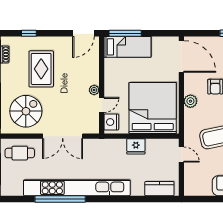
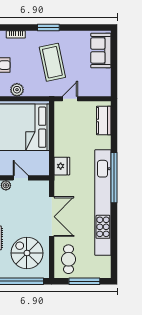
nightstand: (111, 122) -> (38, 168), removed
fridge: (136, 146) -> (62, 166), moved
window: (60, 199) -> (114, 178), moved

